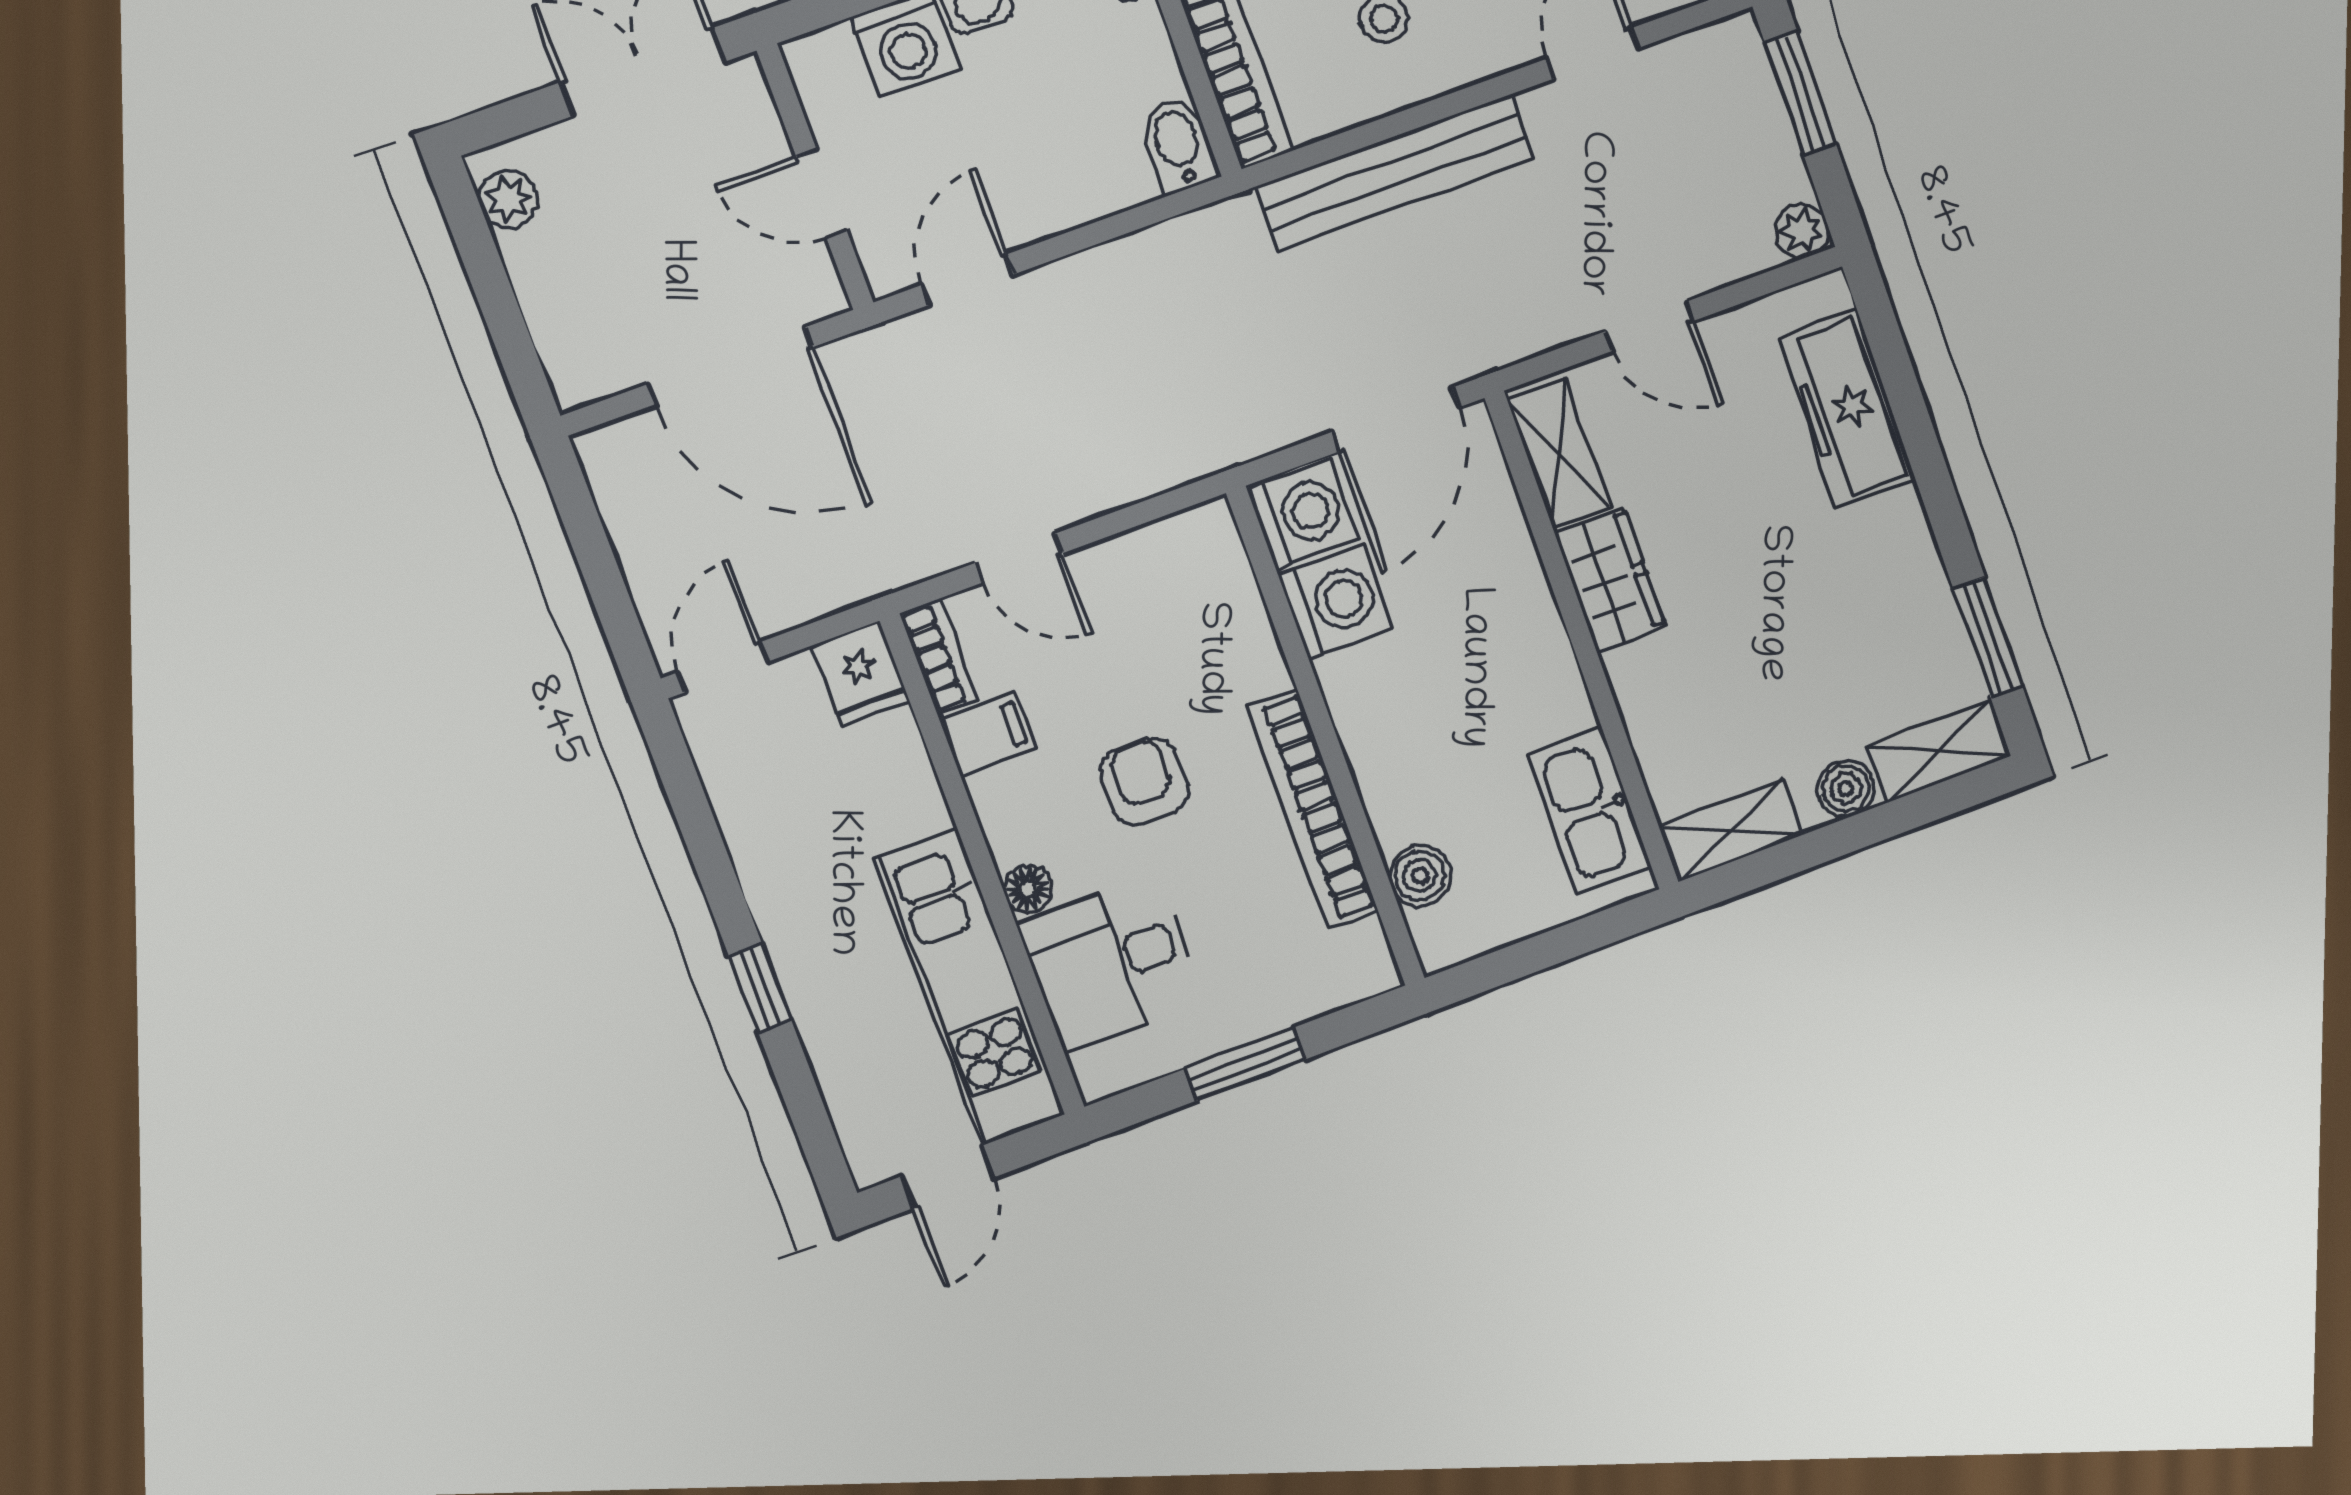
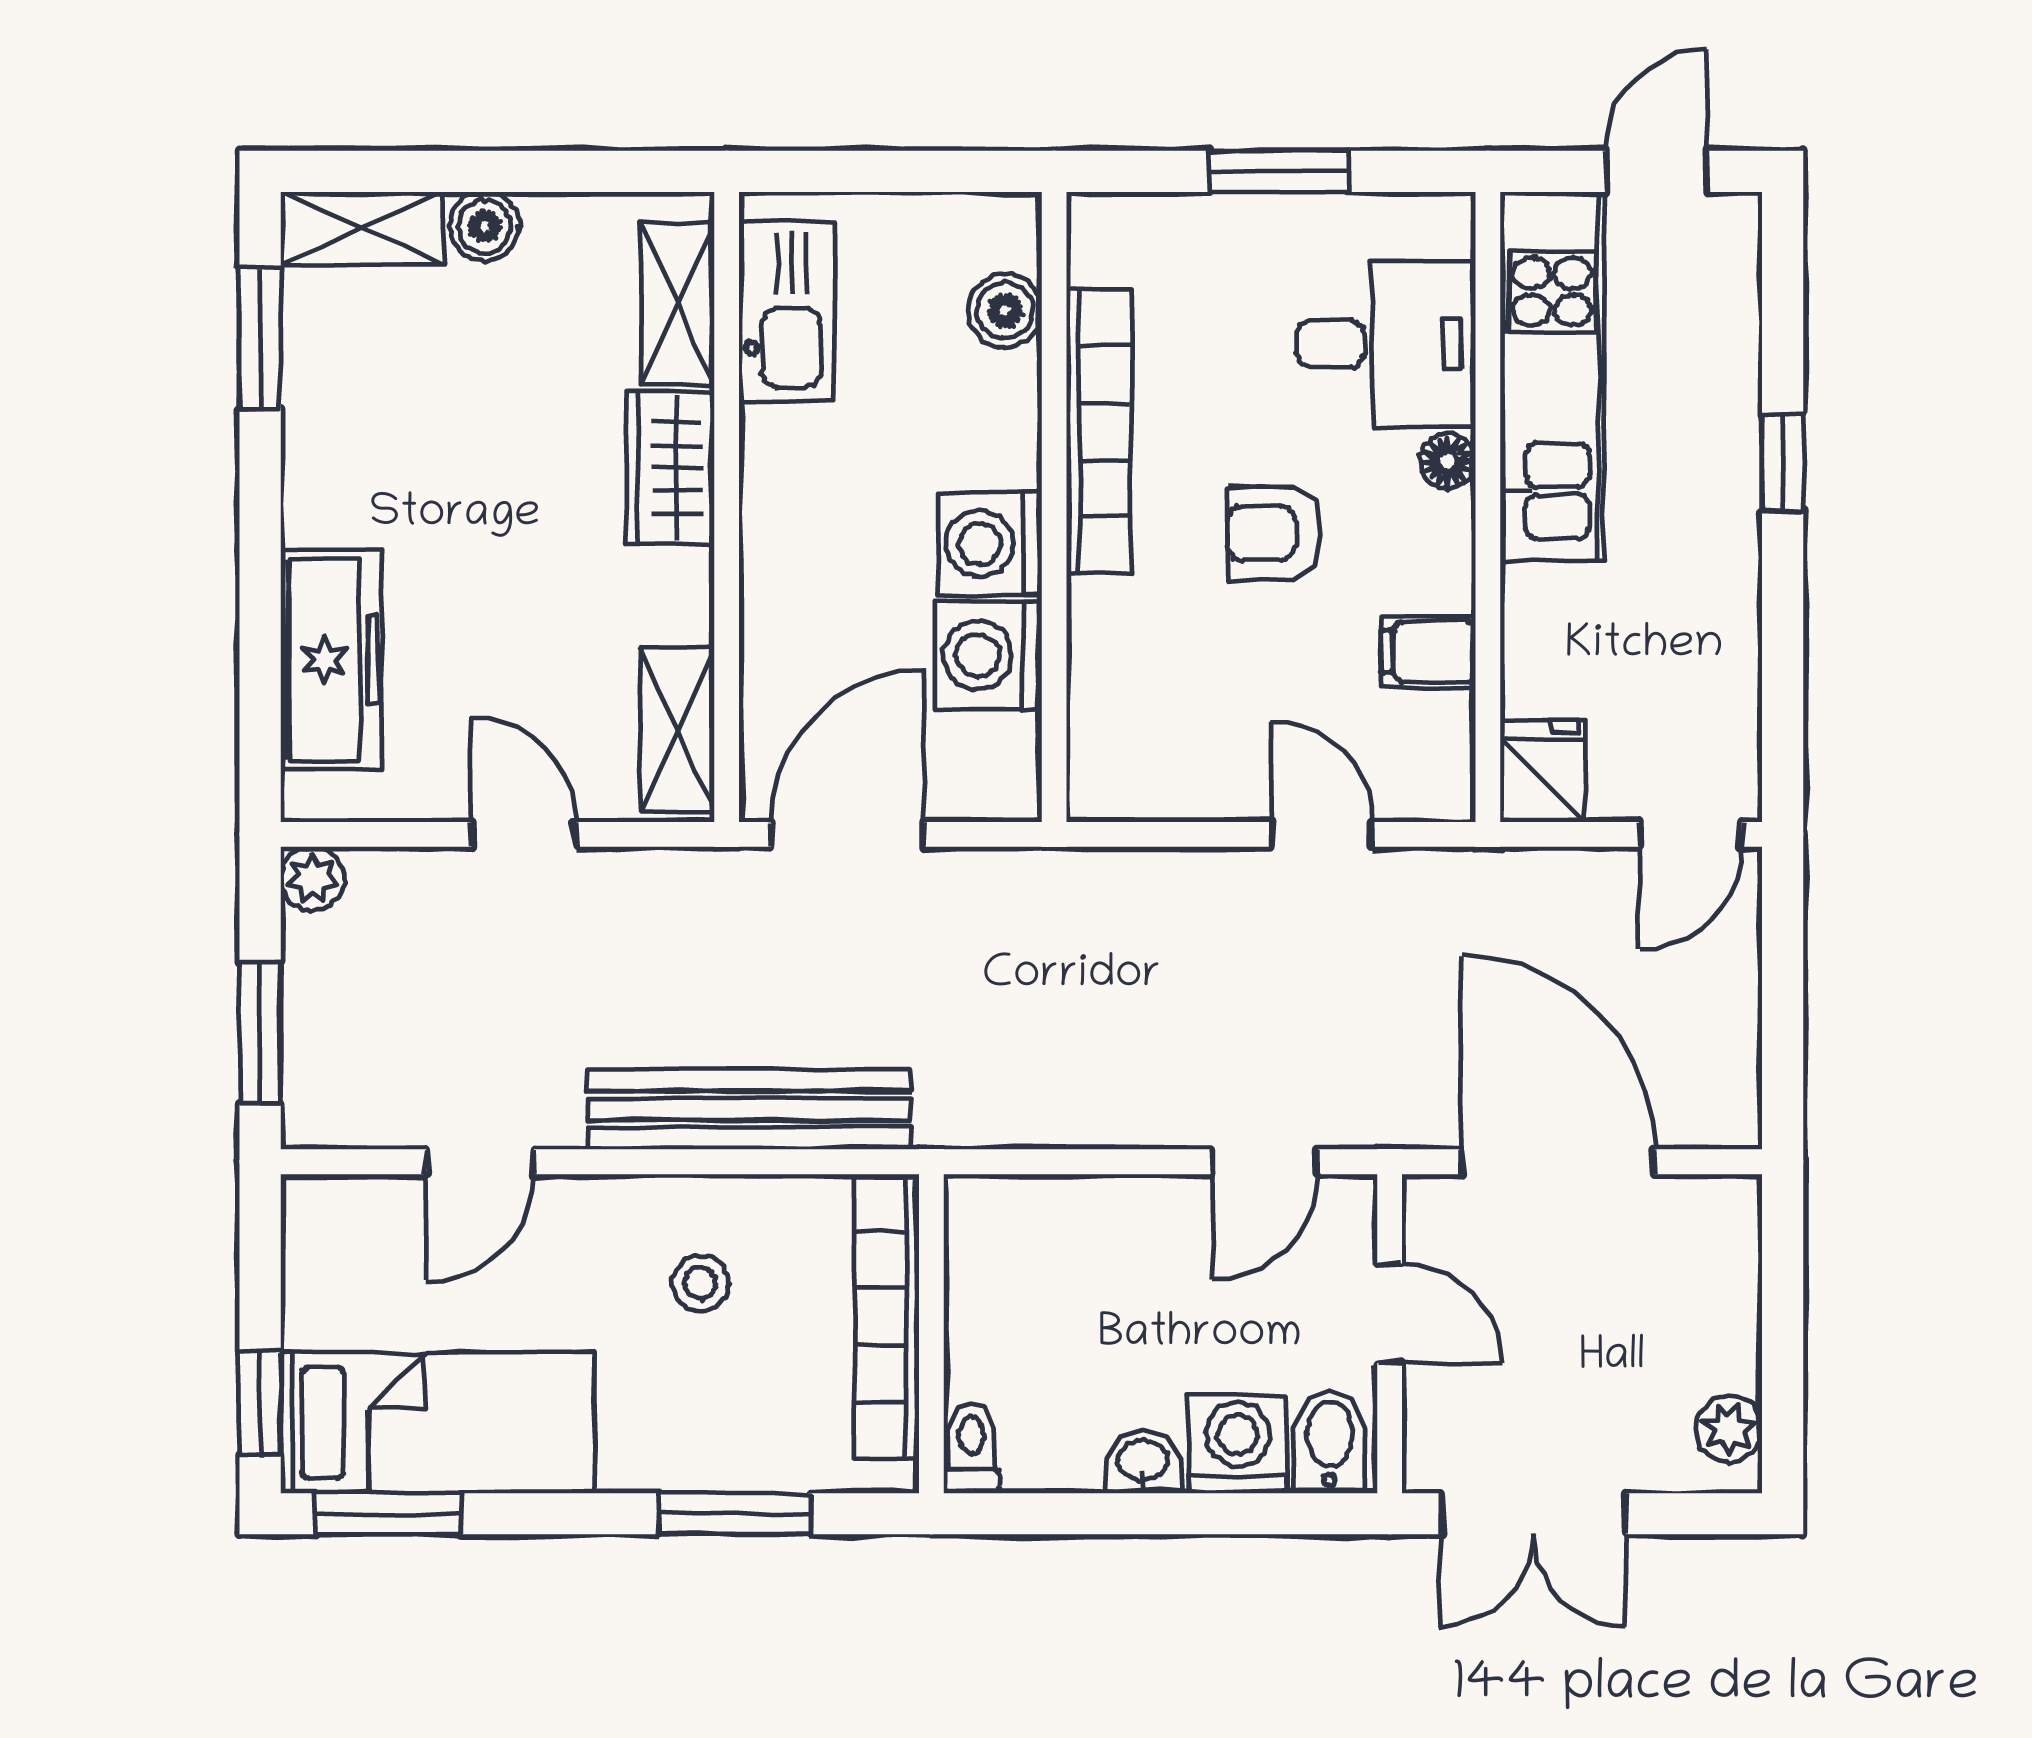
bidet: (1178, 145) -> (1329, 1441), moved, turned 180
washing machine: (1302, 514) -> (990, 543), moved
wardrobe: (1610, 580) -> (670, 468), moved
bookcase: (939, 657) -> (1450, 758), removed
armchair: (1144, 782) -> (1275, 533), turned 90
shelving: (1731, 830) -> (678, 304), moved, turned 90

